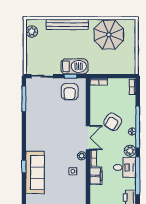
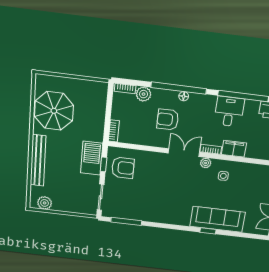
armchair: (113, 122) -> (168, 120), turned 147
plant: (130, 151) -> (144, 94), moved

